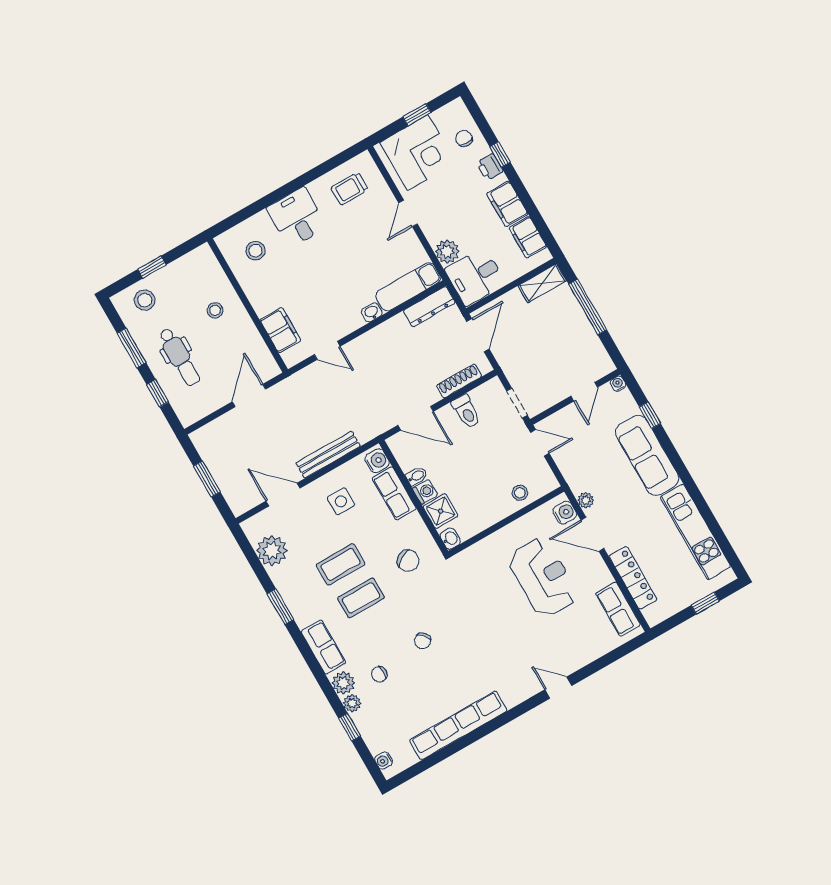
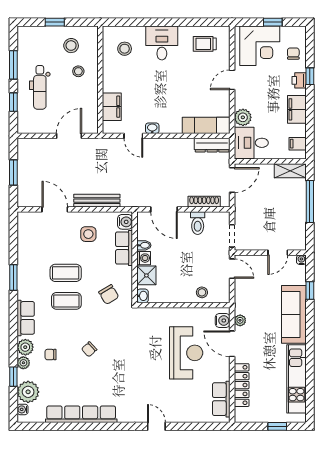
filing cabinet: (528, 237) -> (298, 144), width x0.50
stool: (145, 300) -> (71, 46), moved
washbasin: (372, 312) -> (152, 128), moved
plant: (272, 551) -> (28, 392), moved

